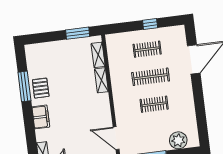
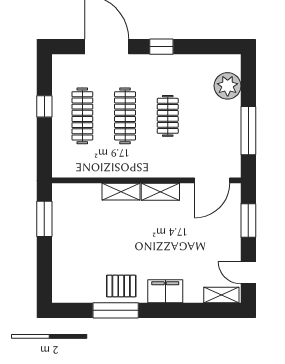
clothes rail: (147, 49) -> (82, 116), width x1.36
shelving: (98, 55) -> (160, 192), moved
window: (198, 94) -> (161, 47), added

